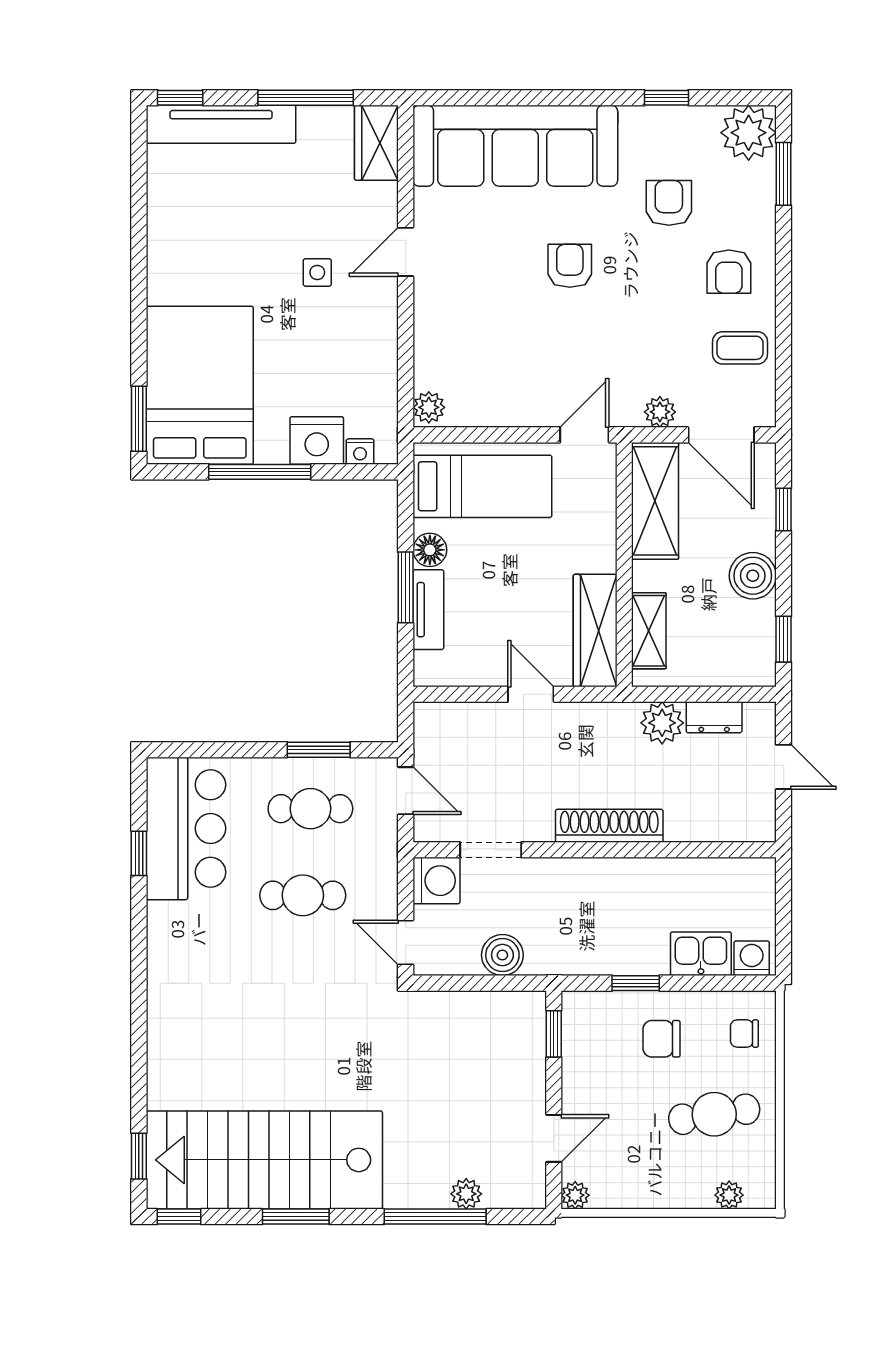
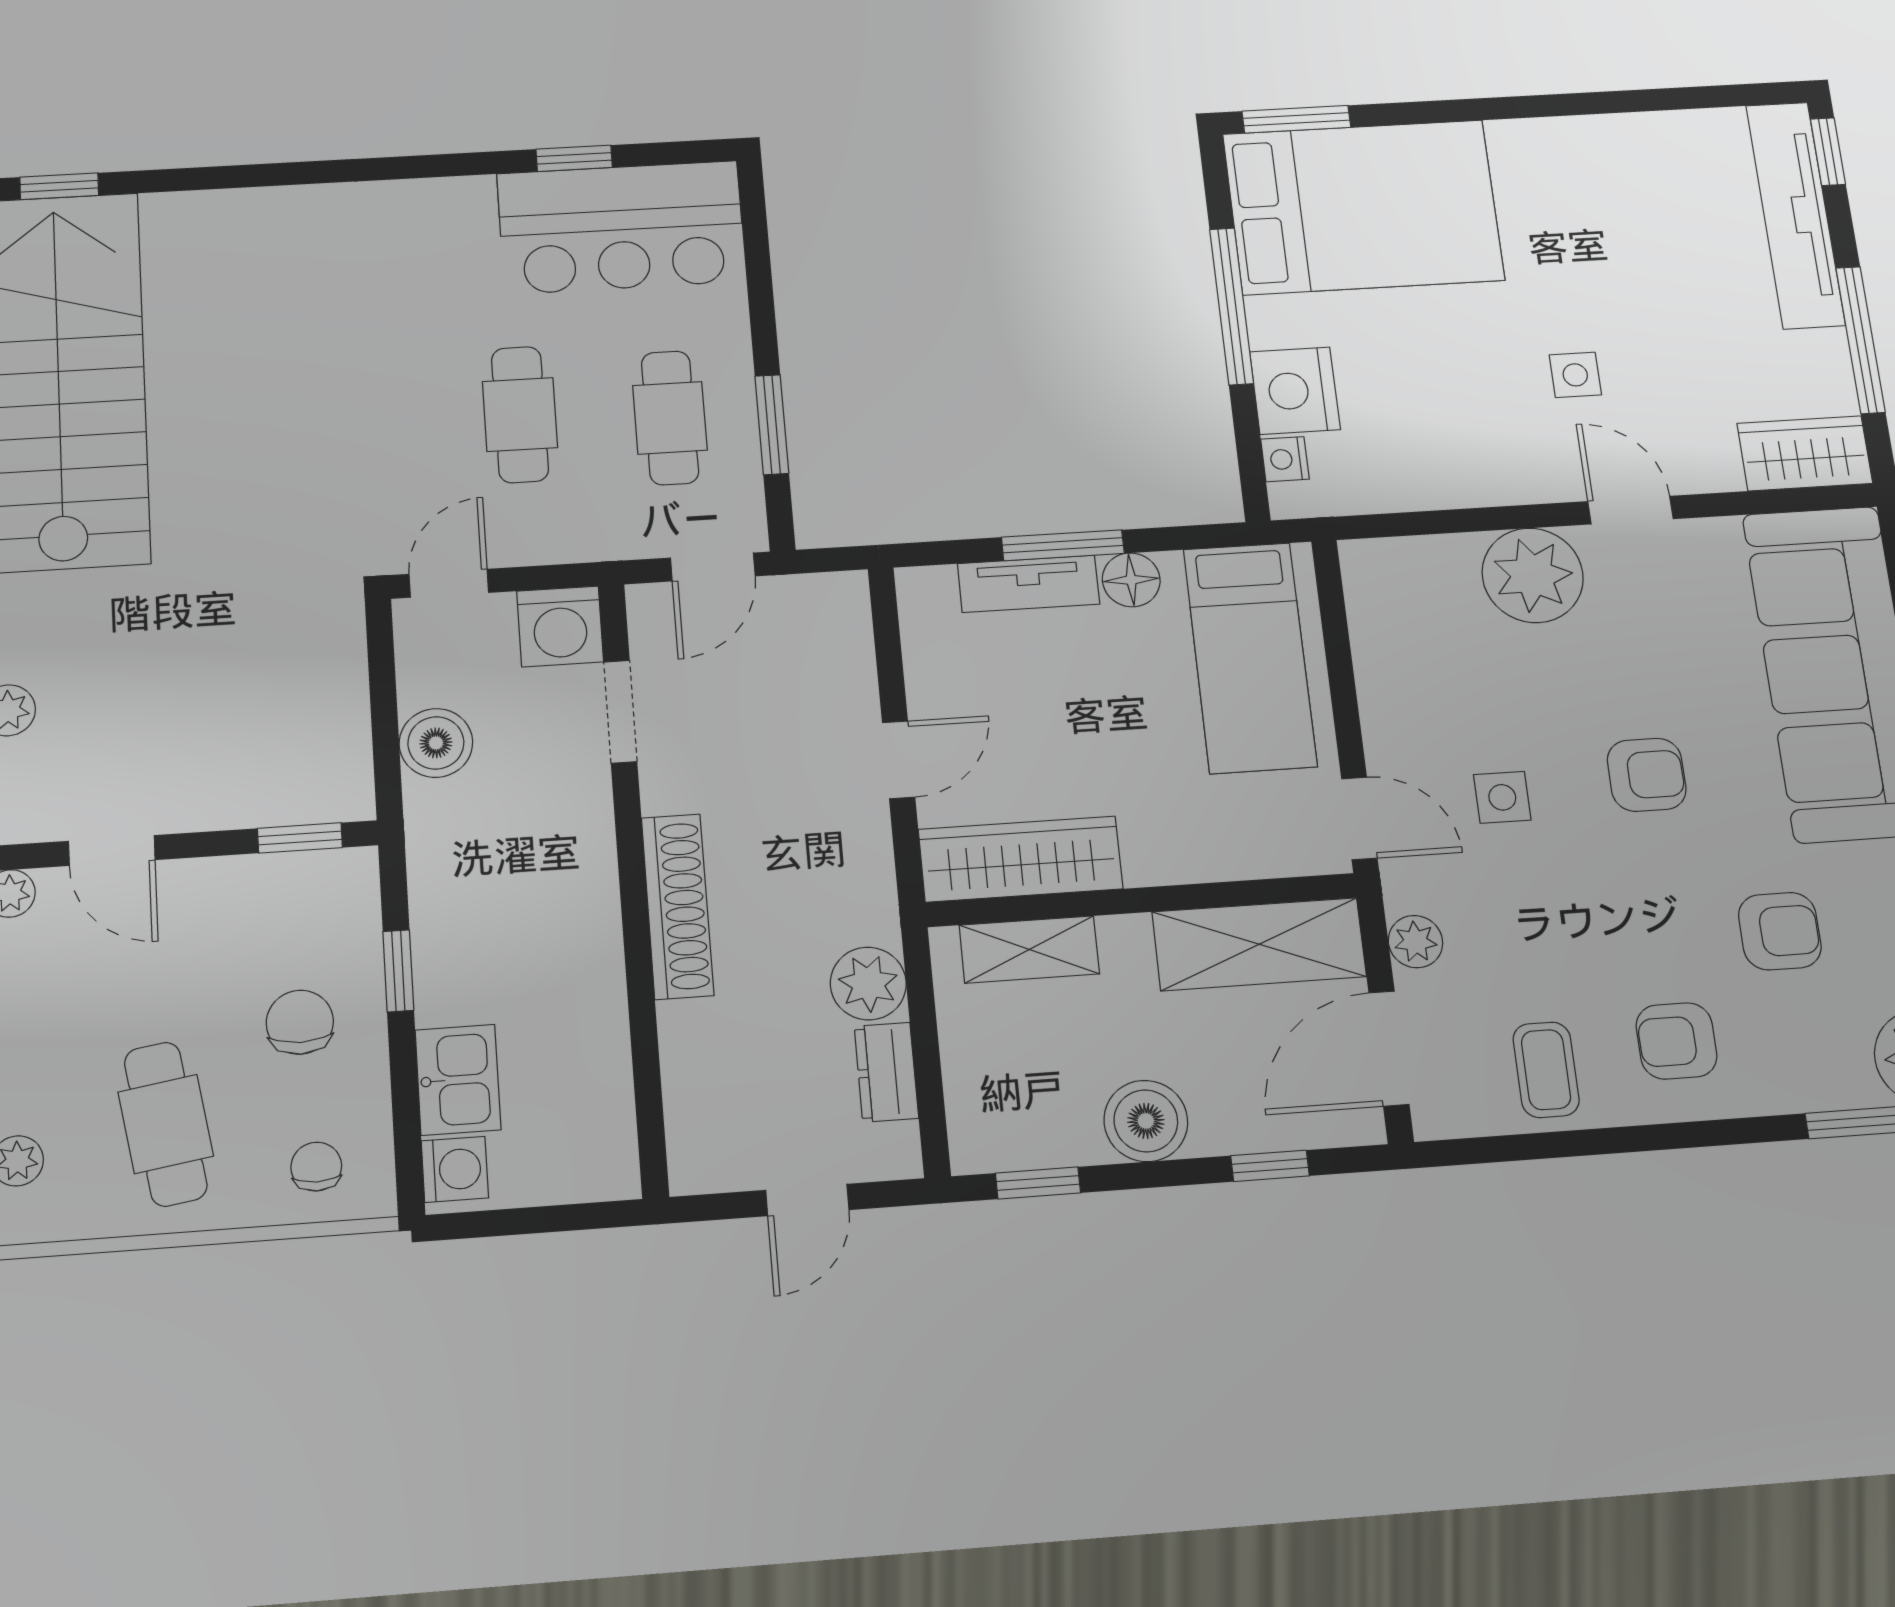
side table: (578, 351) -> (1502, 797), added
plant: (429, 407) -> (1533, 575), moved, width x1.87, depth x1.87

